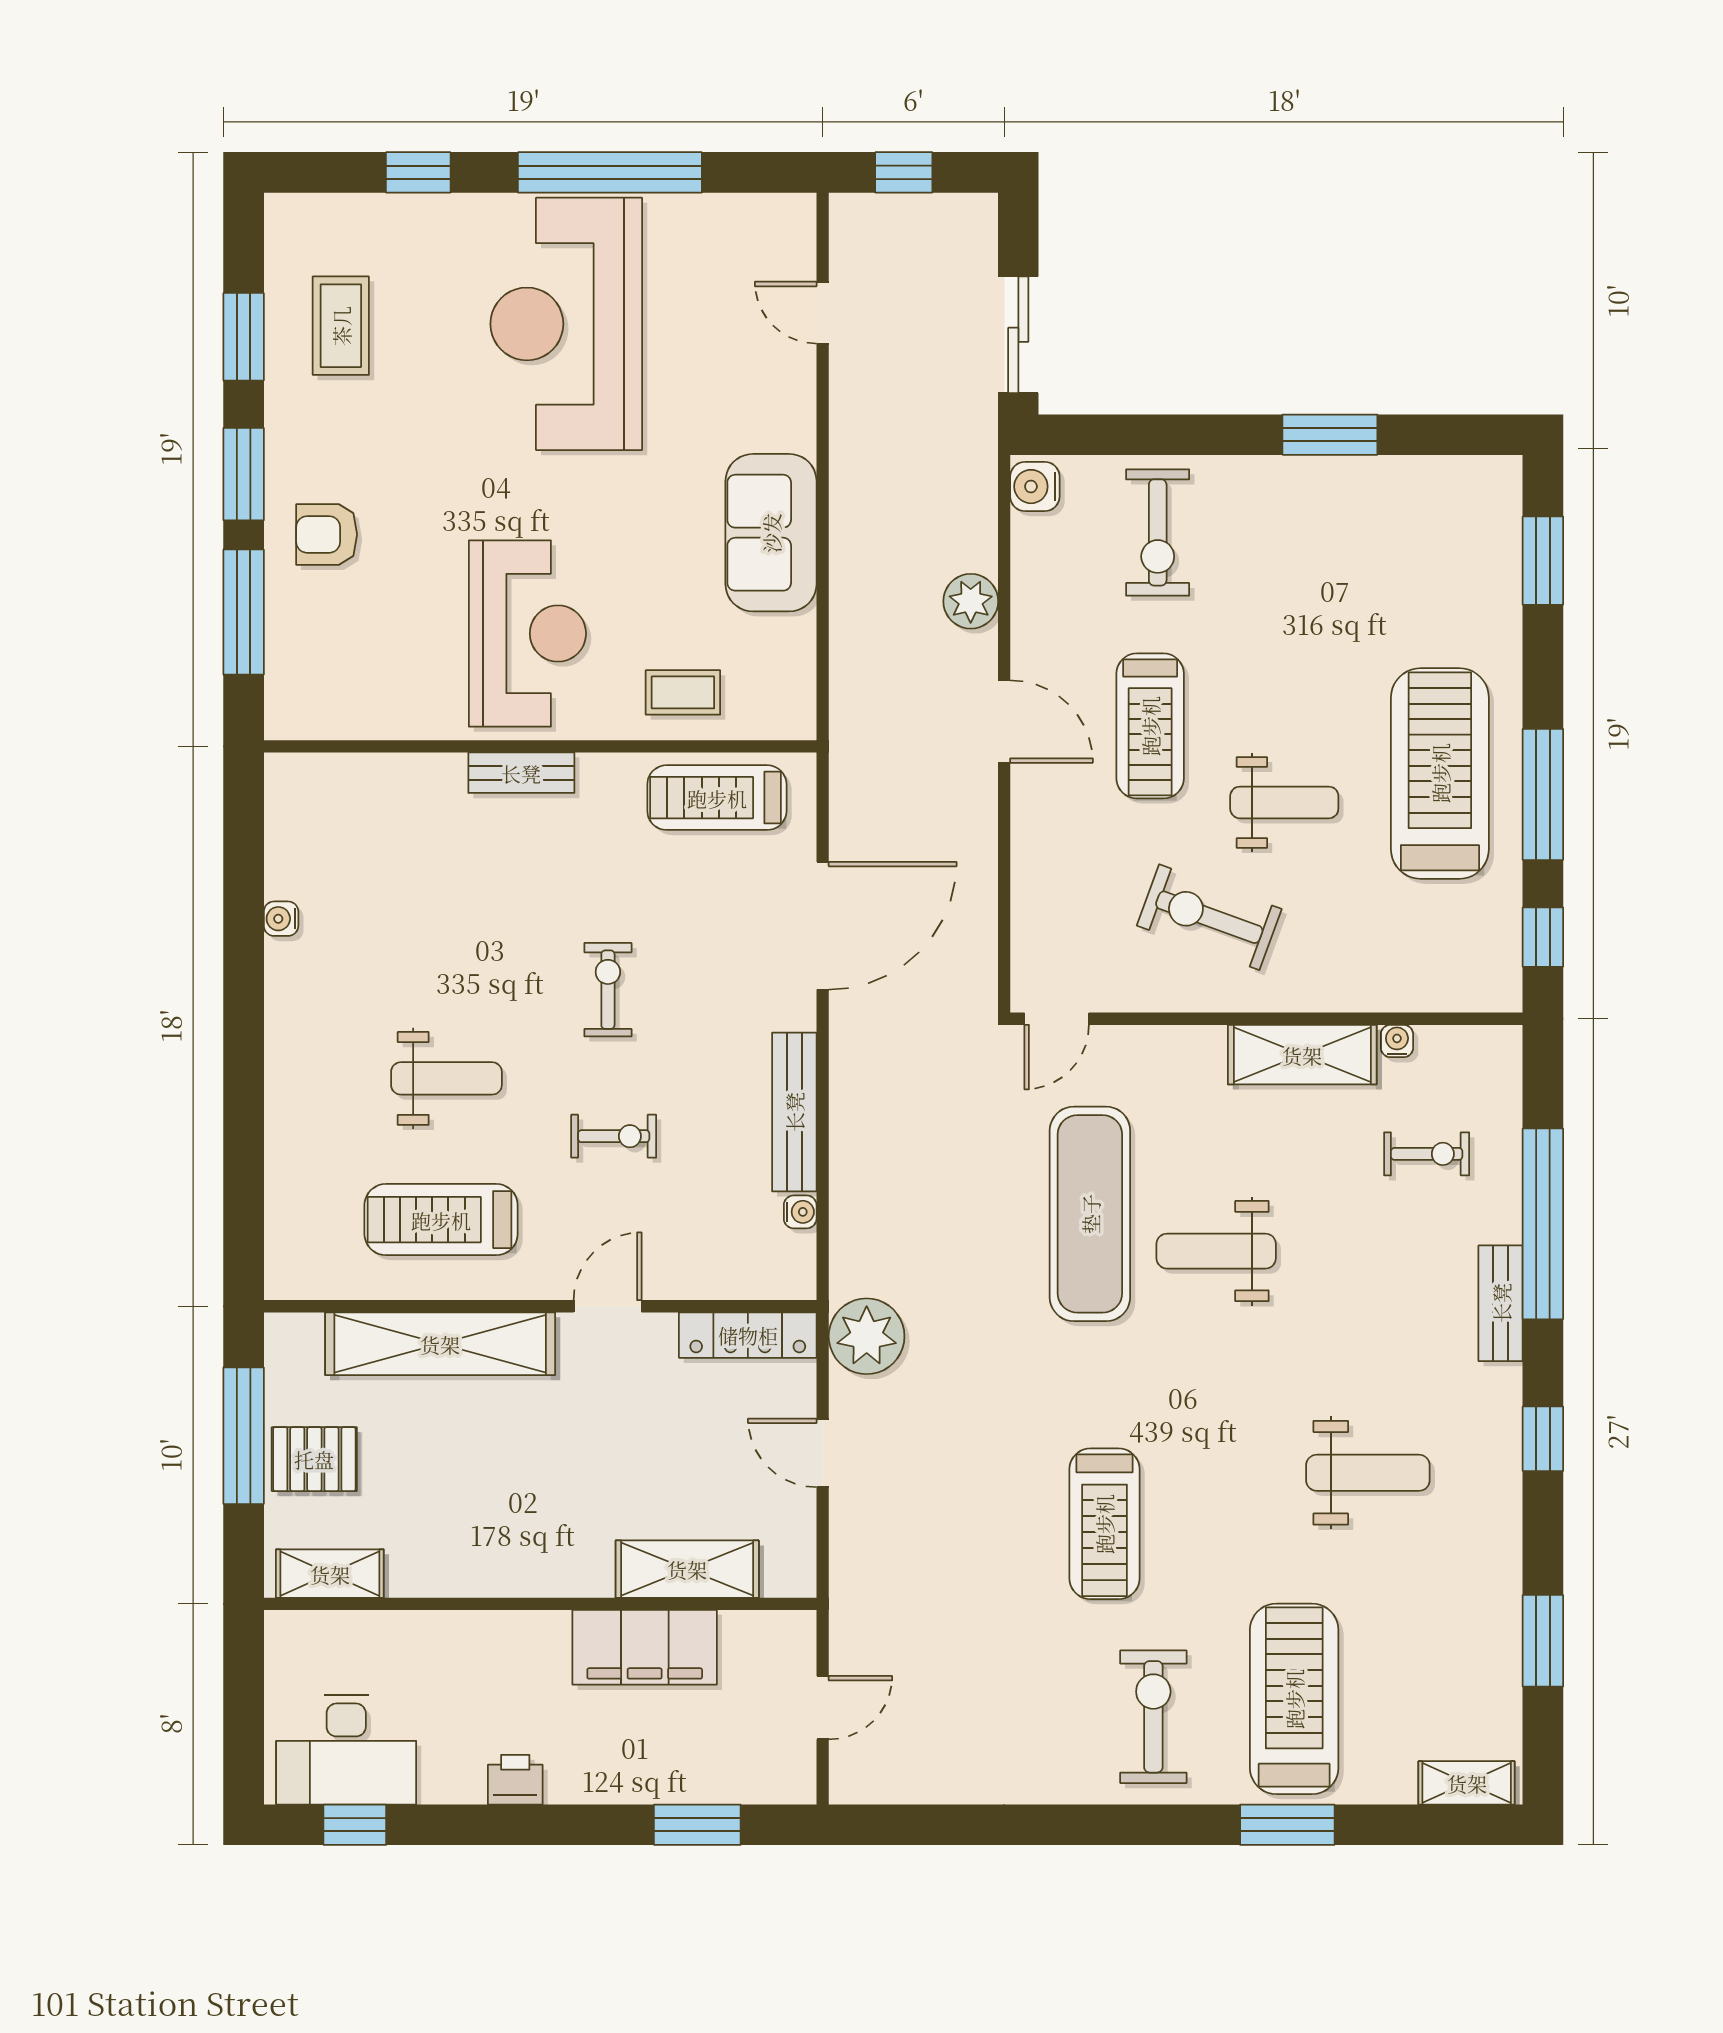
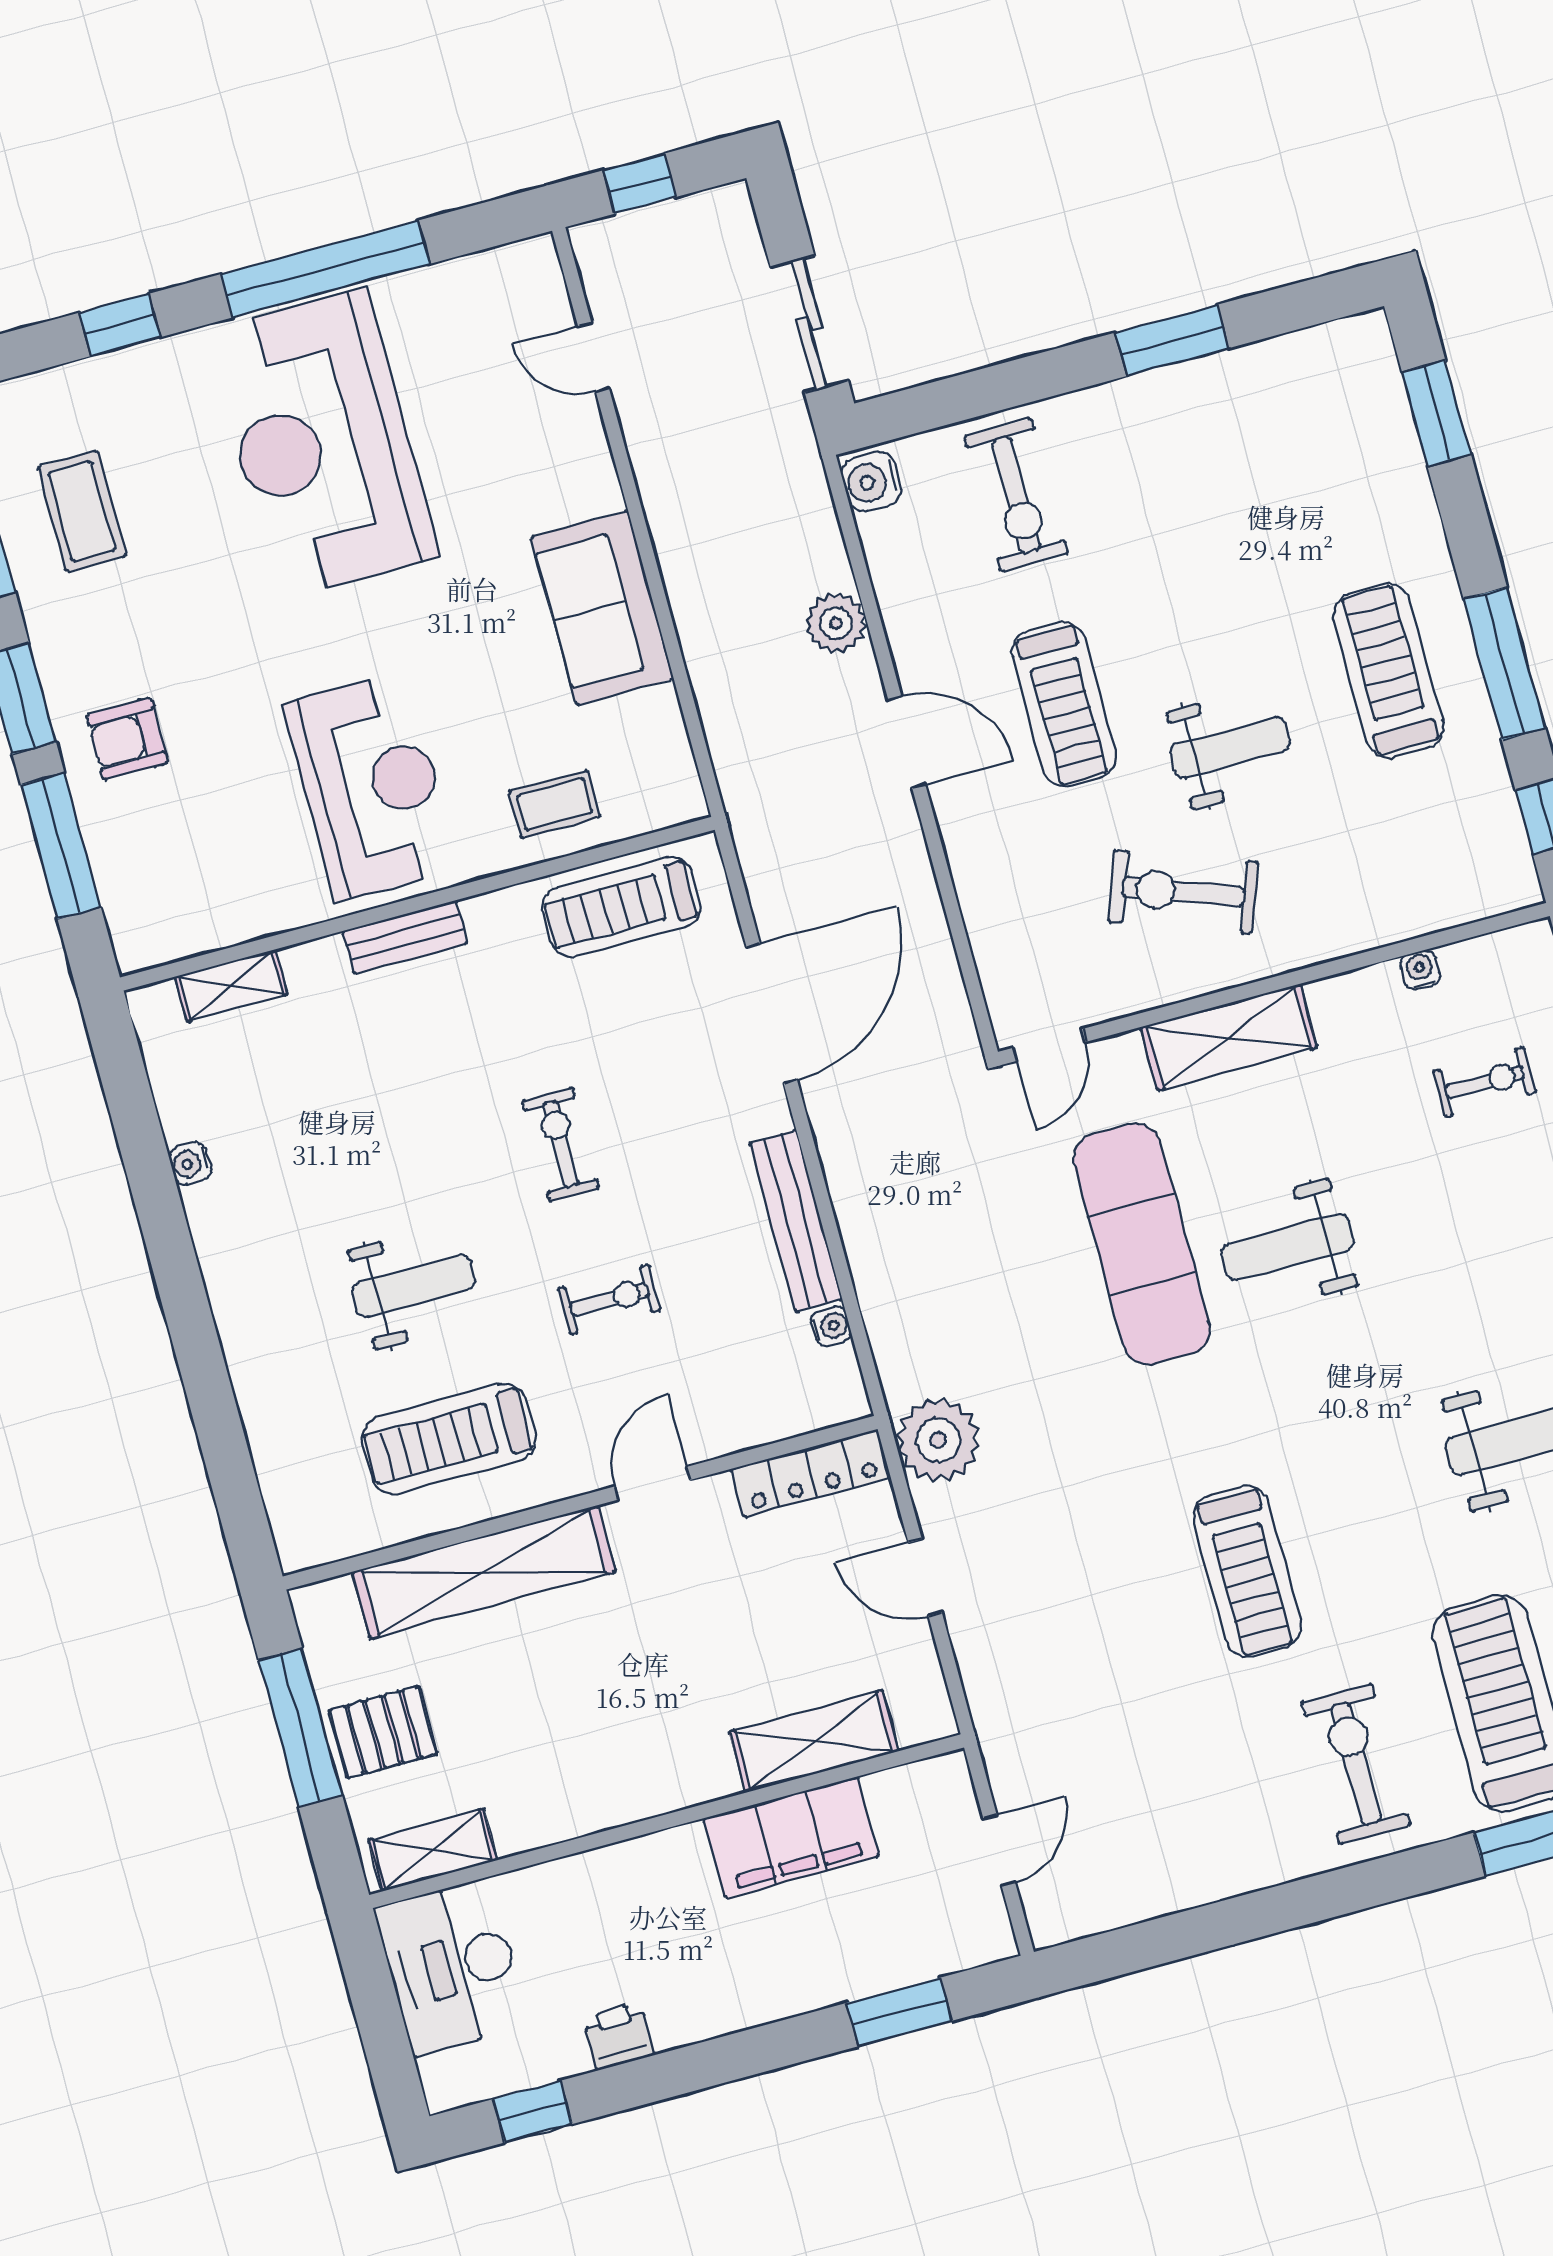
treadmill: (1440, 773) -> (1388, 671), width x0.73, depth x0.73
shelving: (359, 774) -> (231, 986), added
shelving: (1302, 1055) -> (1229, 1037), moved
desk: (346, 1750) -> (452, 1967), moved, turned 90
printer: (515, 1780) -> (619, 2036), moved

